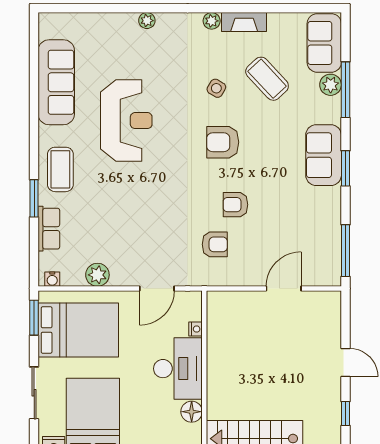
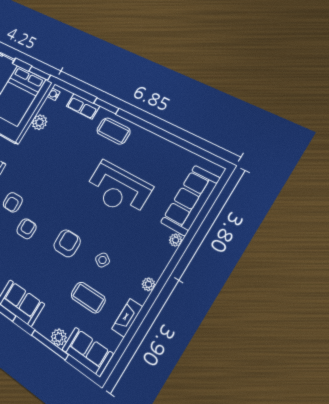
fireplace: (244, 22) -> (127, 318), moved
coffee table: (267, 79) -> (88, 298), turned 43
sofa: (56, 82) -> (190, 200), moved, turned 90

